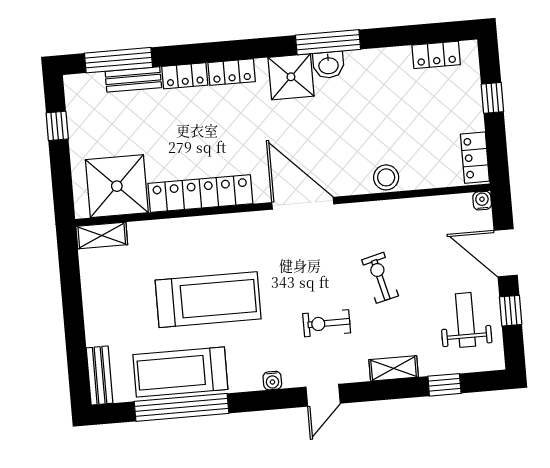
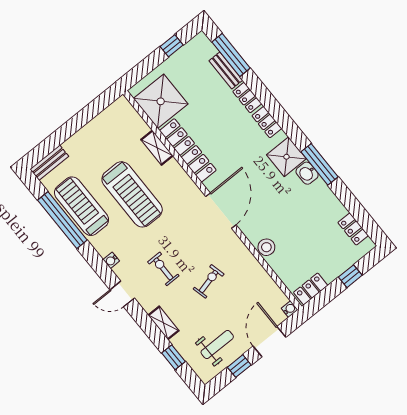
shelving: (102, 235) -> (157, 148), moved

